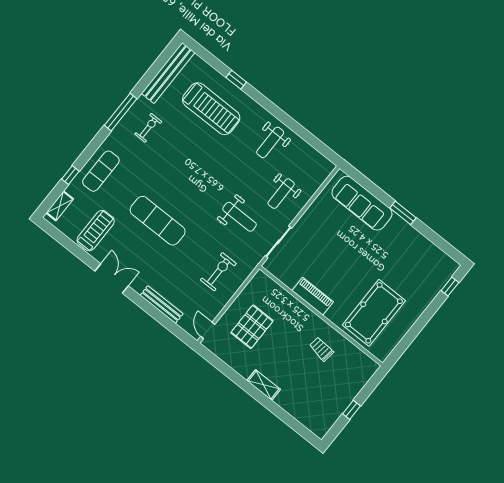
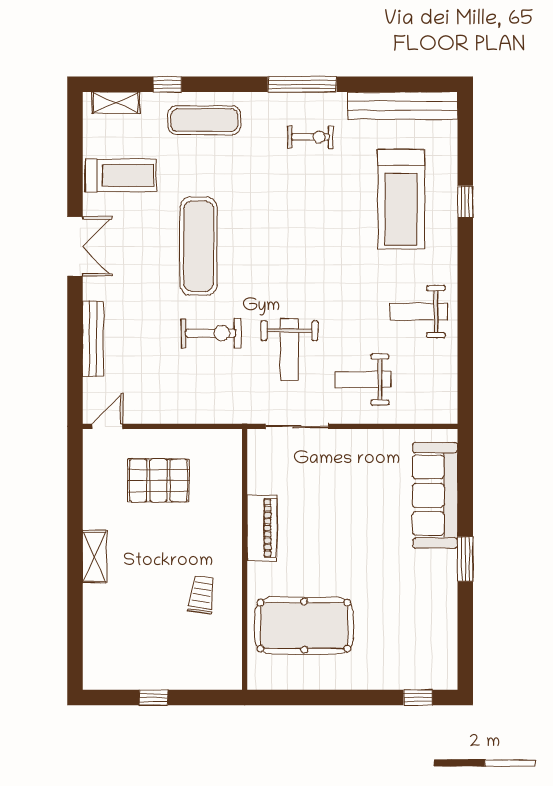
exercise bike: (218, 272) -> (211, 333), moved

